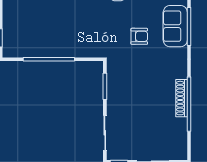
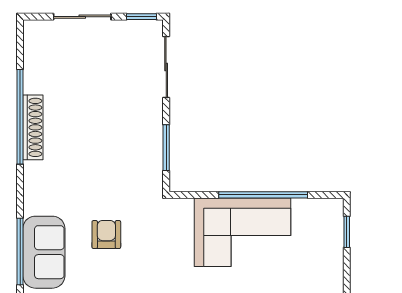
armchair: (139, 36) -> (106, 235), turned 90
corner sofa: (61, 38) -> (243, 232), added

